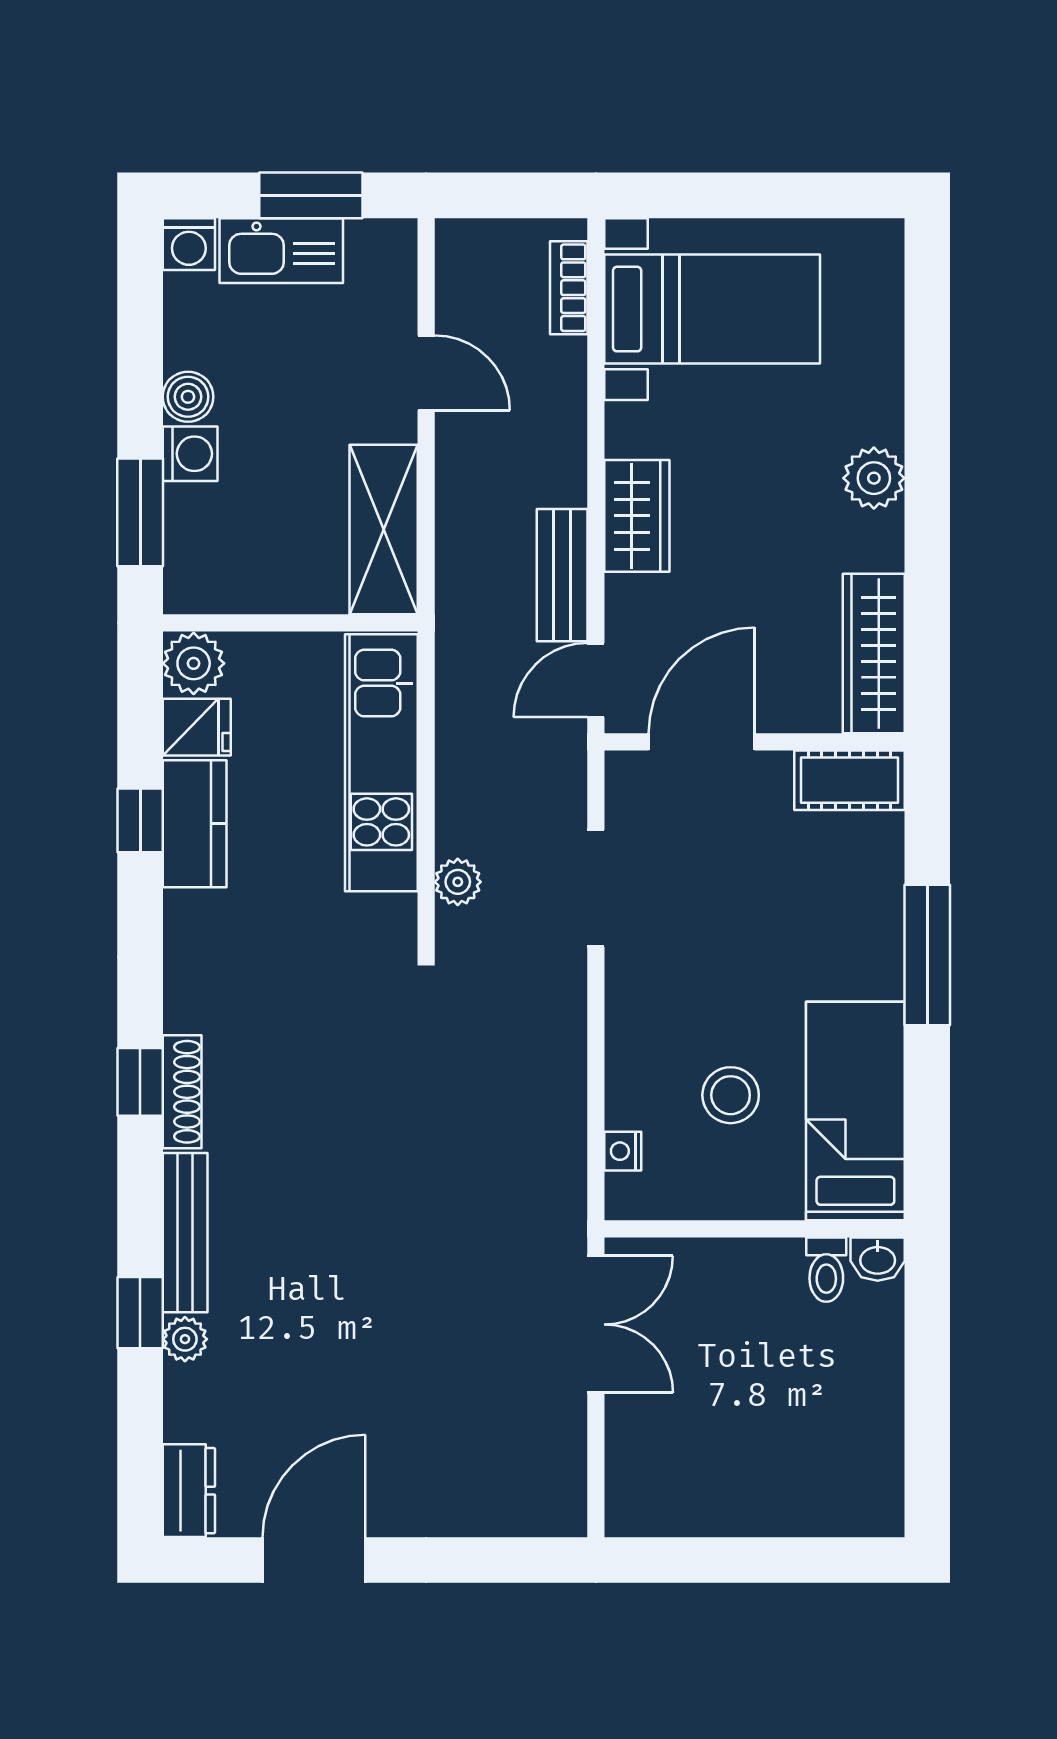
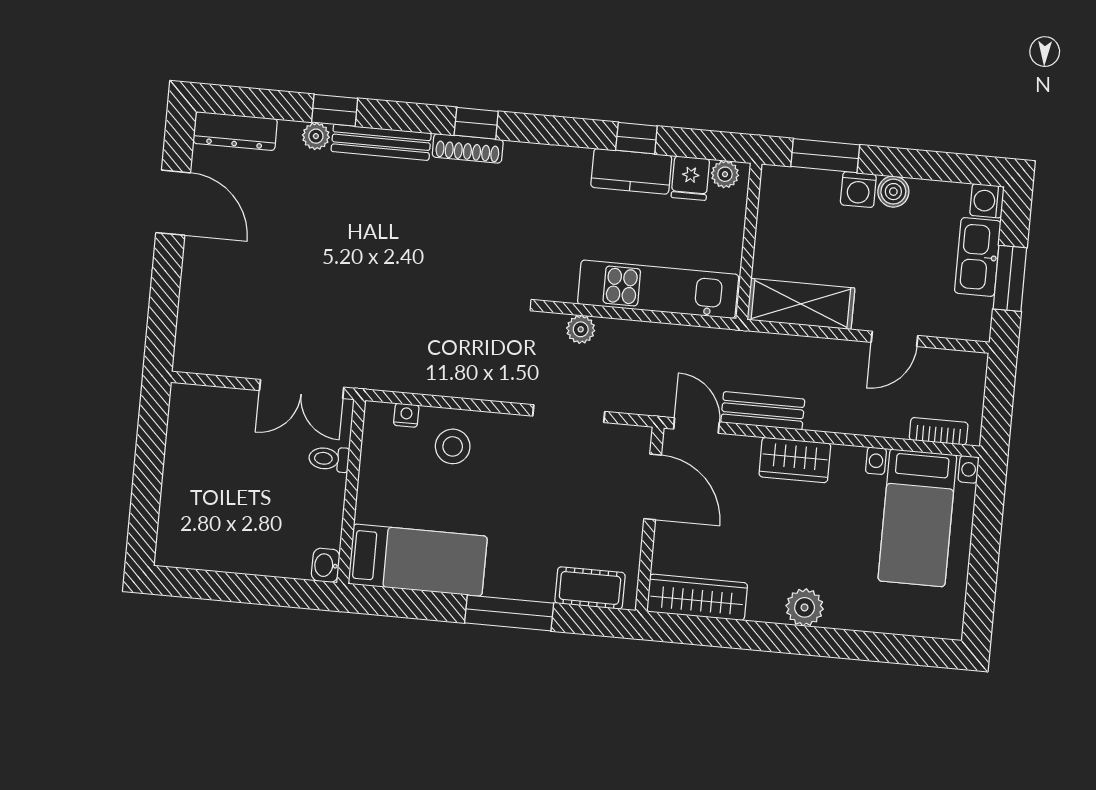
plant: (194, 663) -> (725, 174), width x0.73, depth x0.73
cot: (850, 780) -> (590, 588), moved, turned 90
stool: (731, 1095) -> (453, 446), moved
toilet: (826, 1270) -> (329, 459), moved
dresser: (189, 1491) -> (235, 131), width x1.44

